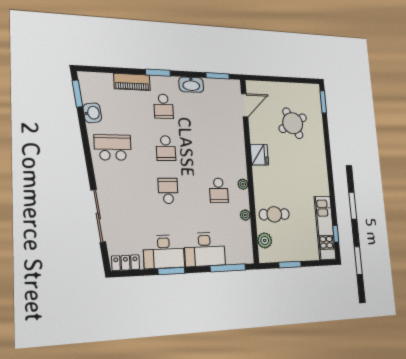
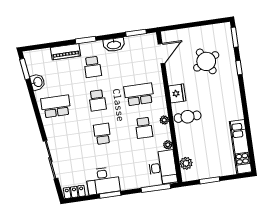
school desk: (216, 149) -> (139, 94), added
cafe table: (274, 214) -> (188, 117), moved
window: (336, 234) -> (239, 68), moved
desk: (205, 249) -> (163, 167), moved, turned -90

